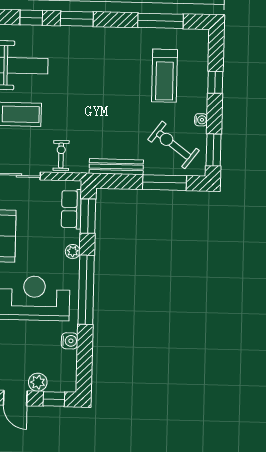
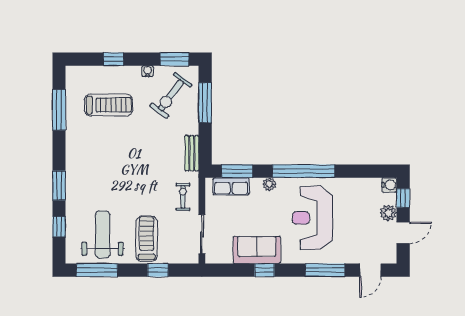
exercise bike: (61, 156) -> (183, 197), turned 90
bench: (116, 167) -> (192, 153), width x0.73
water cooler: (70, 341) -> (389, 185), moved, turned 90

